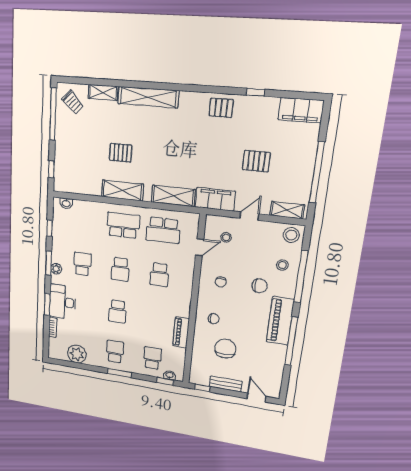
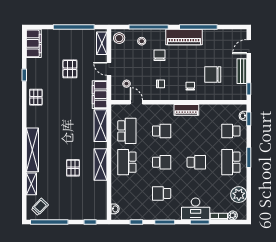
plant: (56, 269) -> (233, 215), moved
piano: (181, 332) -> (186, 110), moved
school desk: (115, 352) -> (231, 162), width x1.85

